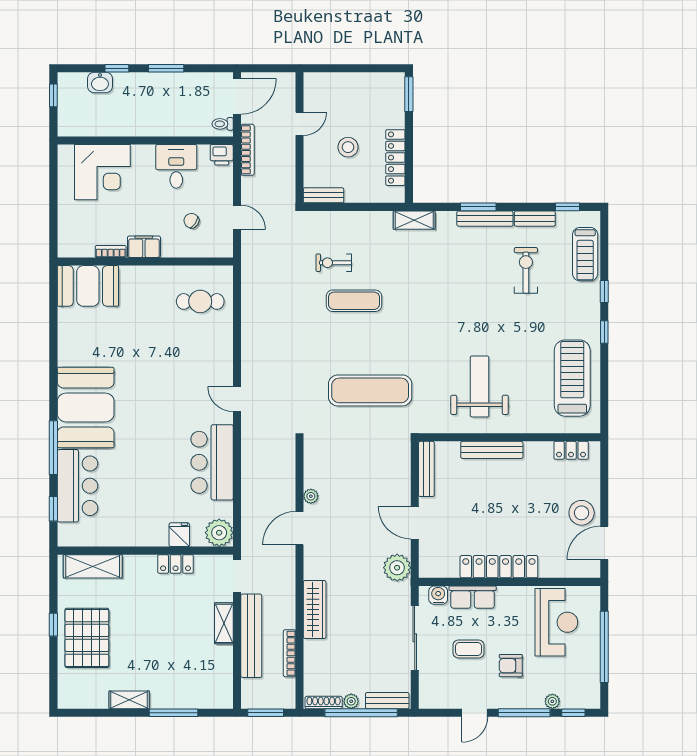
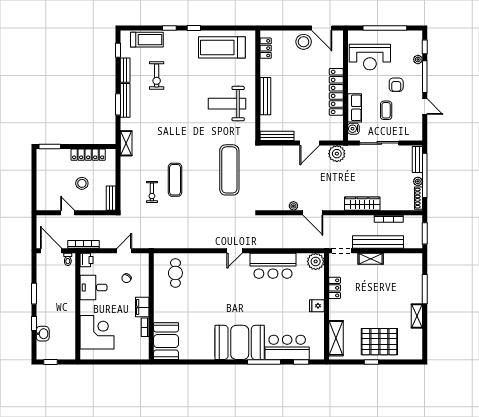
exercise bike: (526, 270) -> (157, 76), turned -90
fridge: (179, 535) -> (317, 306), moved
reception desk: (556, 622) -> (370, 57), turned 180

